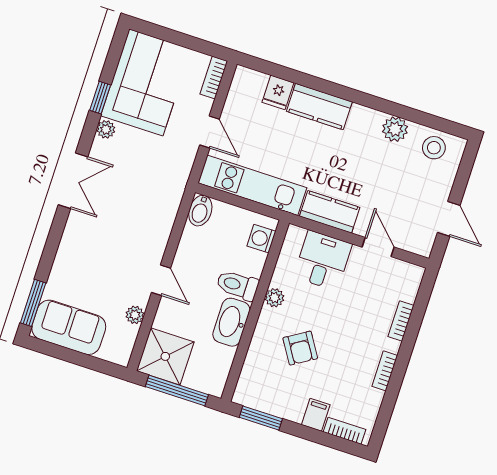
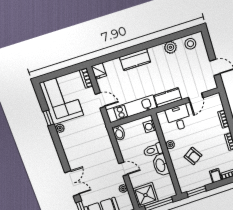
fridge: (278, 92) -> (99, 71), moved
double door: (73, 181) -> (72, 183), moved
door: (378, 247) -> (196, 98), swing flipped

